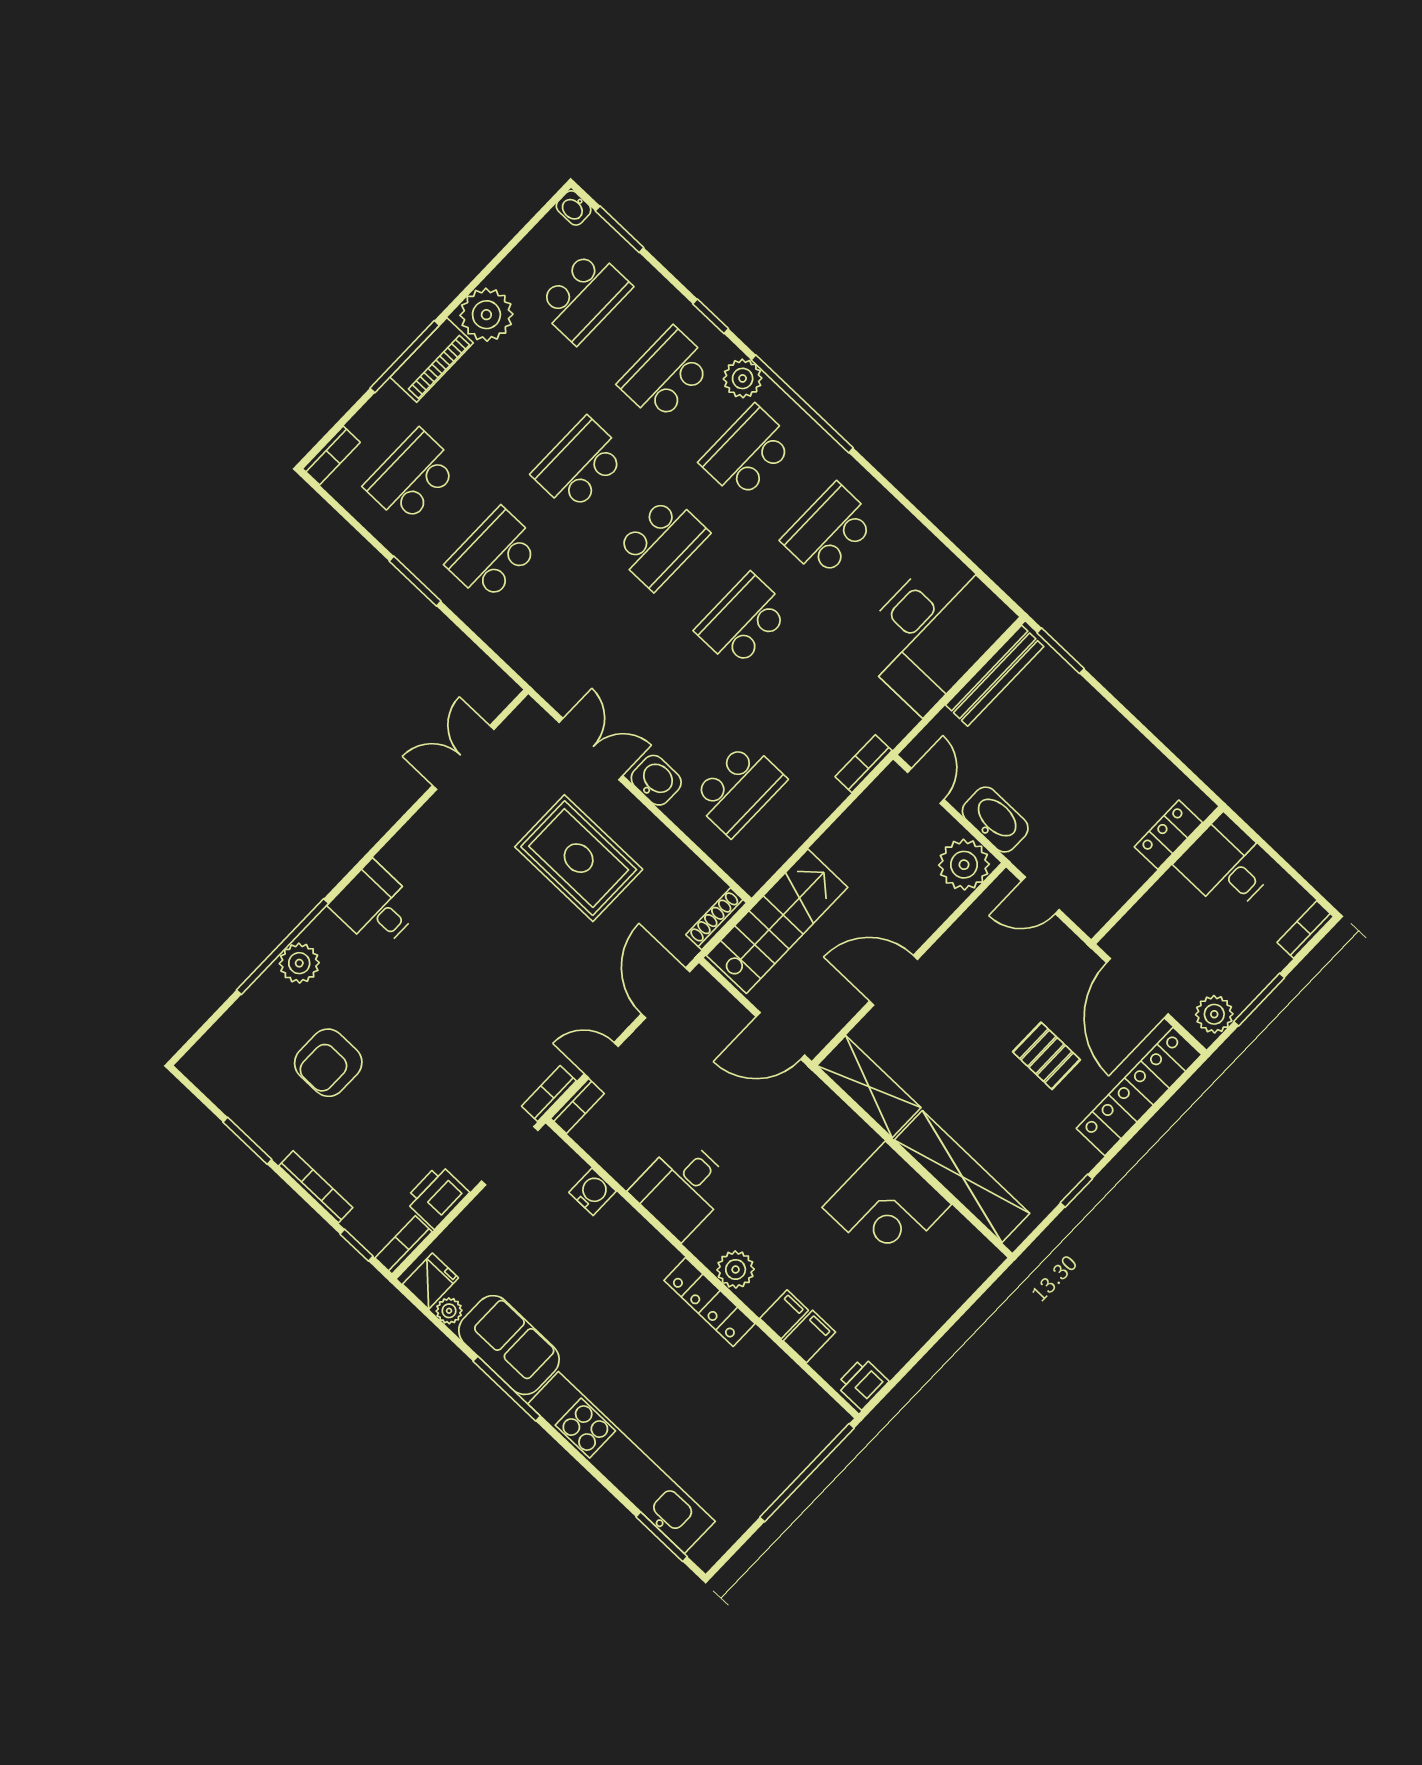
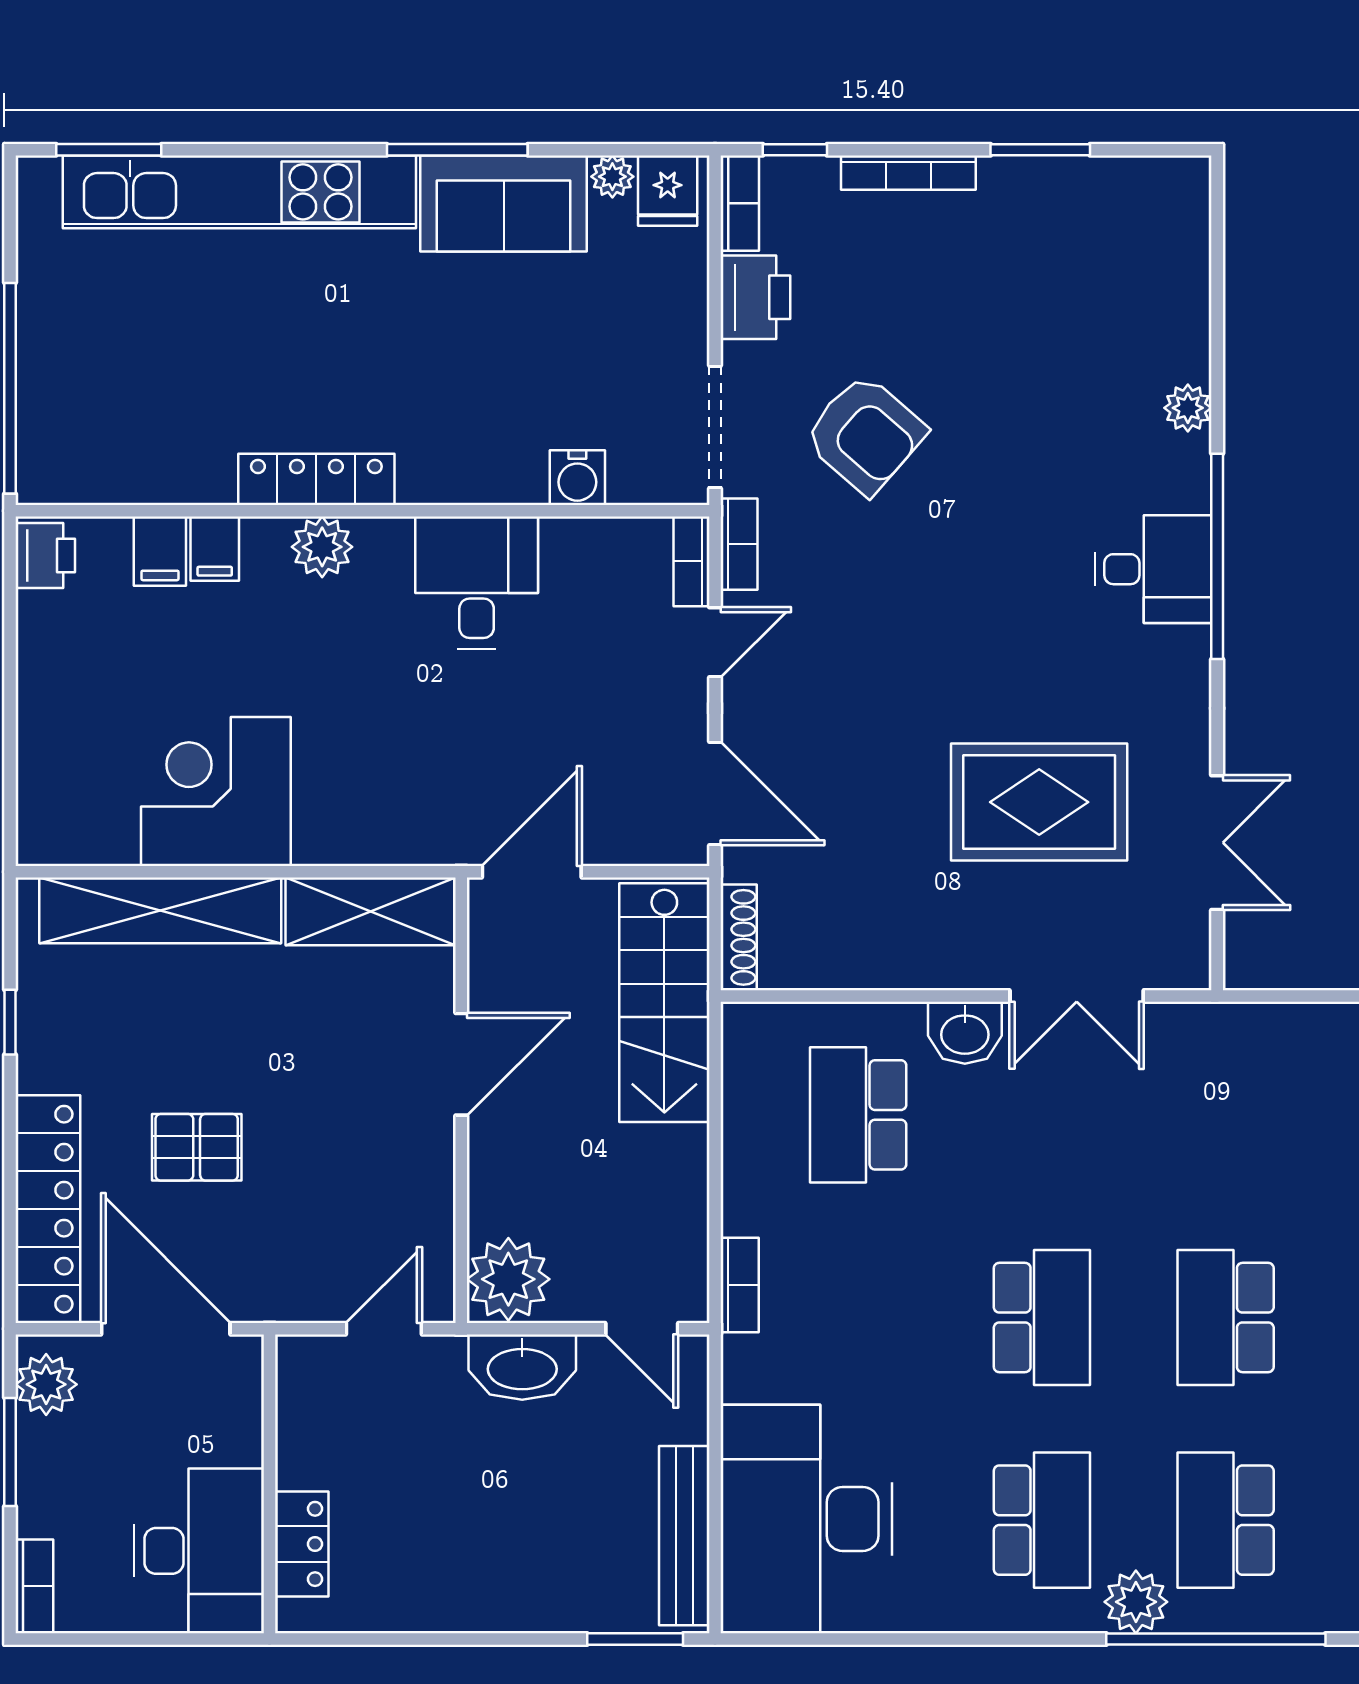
plant: (743, 378) -> (1136, 1602), moved
school desk: (747, 453) -> (1226, 1520), turned 180
rug: (579, 858) -> (1039, 802), moved
desk: (1227, 865) -> (199, 1551), width x1.37
window: (282, 947) -> (1217, 556), moved
plant: (299, 963) -> (1188, 408), width x0.73, depth x0.73
armchair: (328, 1063) -> (865, 434), moved, turned 131

